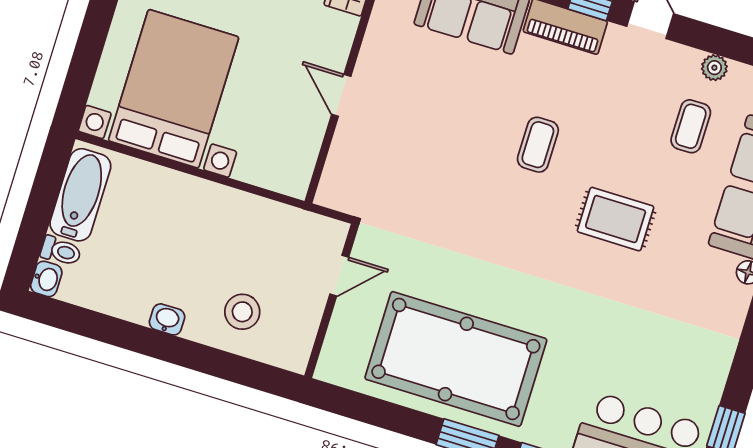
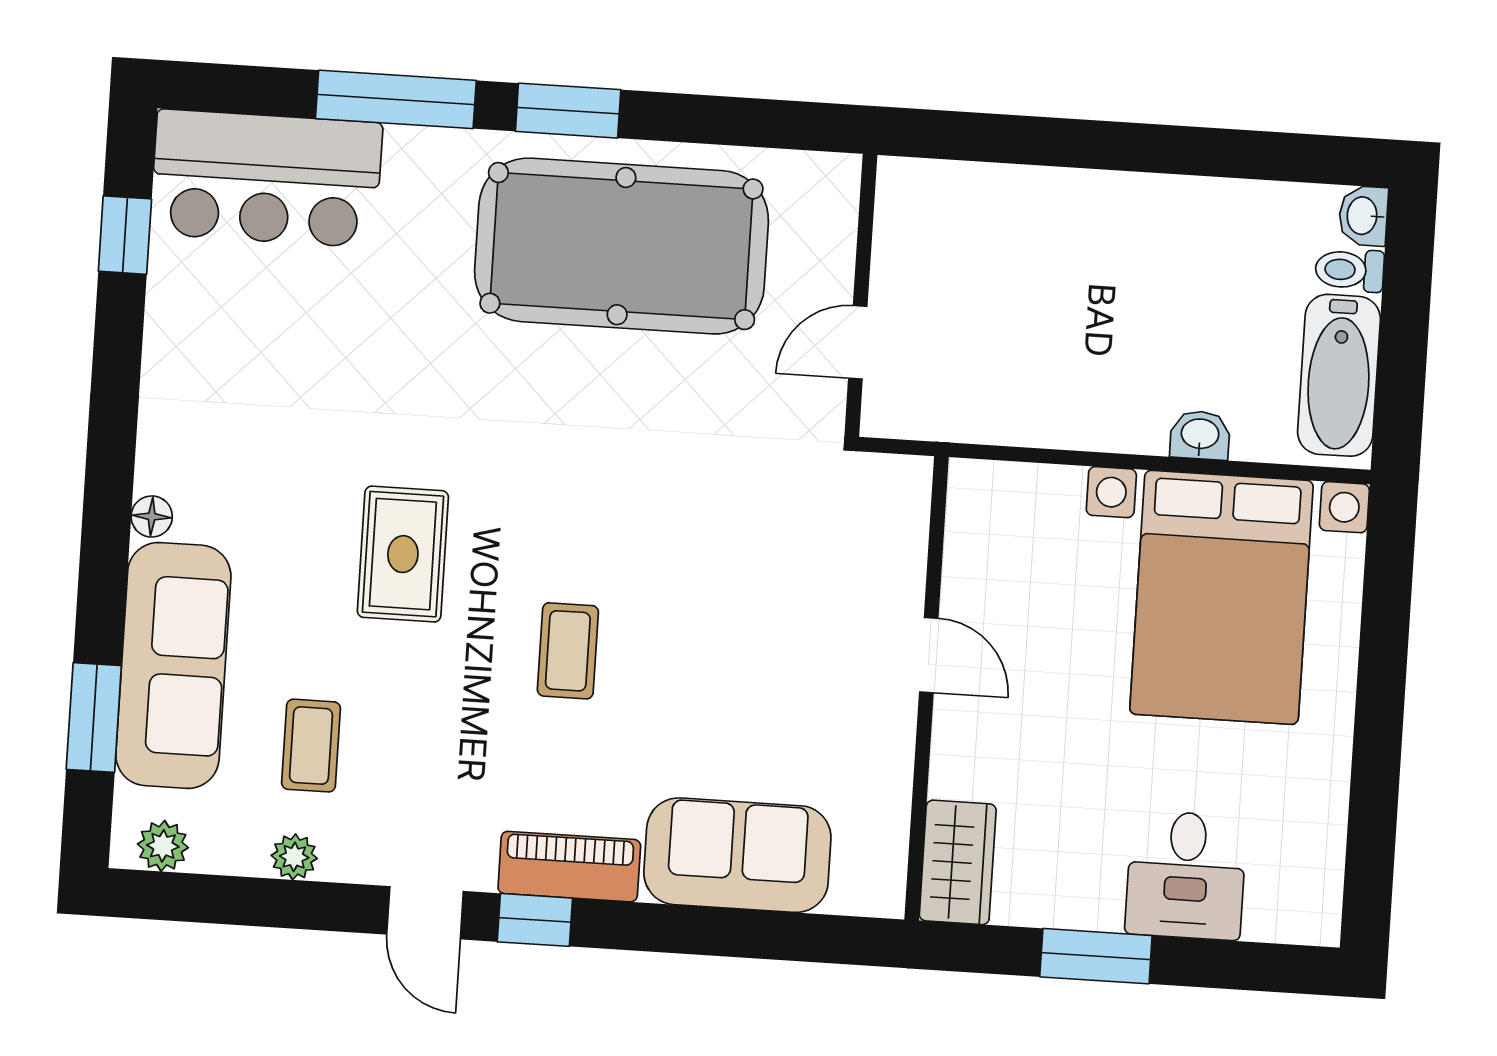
rug: (616, 219) -> (403, 554), turned 90
stool: (242, 312) -> (1011, 240), removed
washbasin: (167, 319) -> (1200, 435), moved, turned 180

